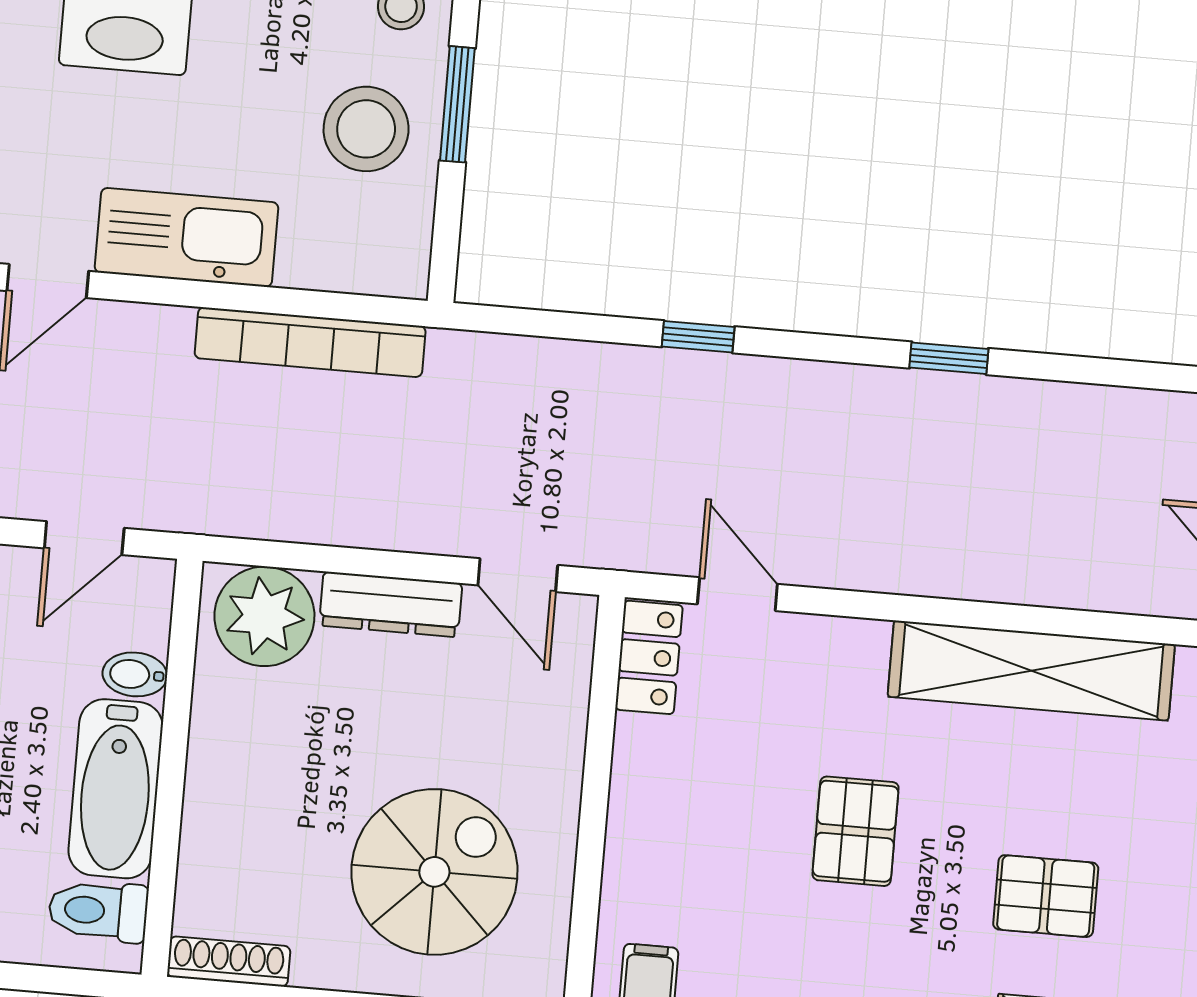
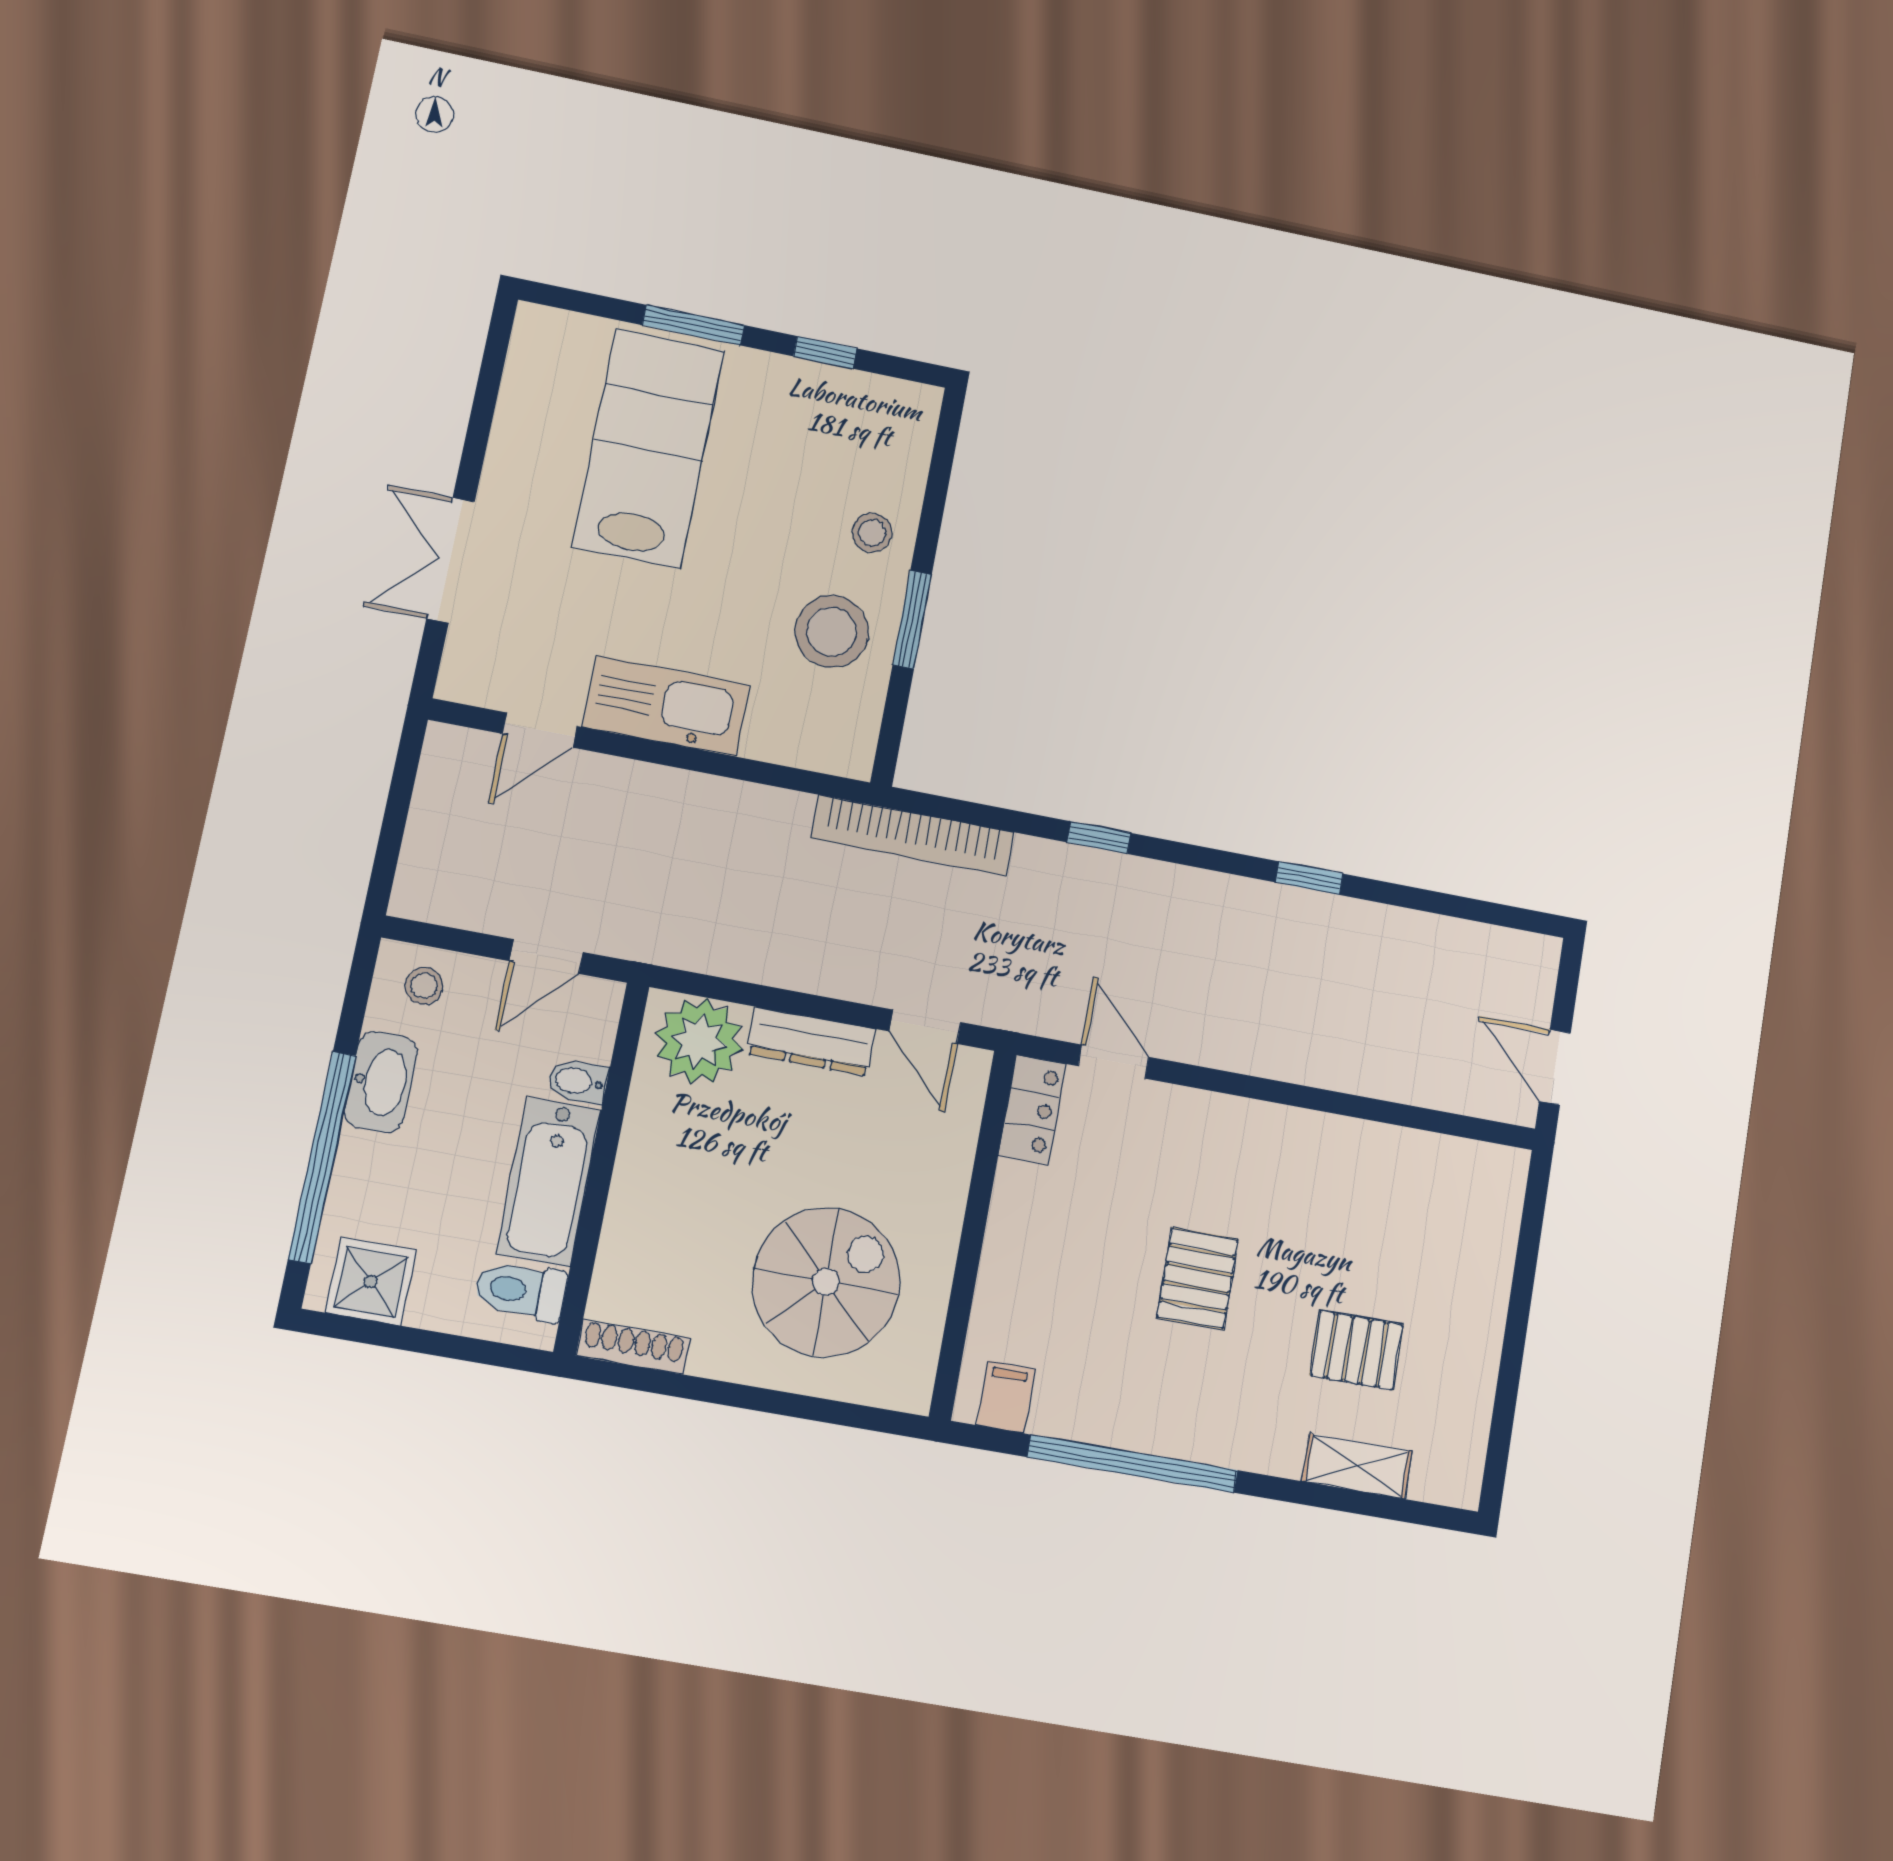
bookcase: (310, 342) -> (912, 835), moved
shelving: (1031, 671) -> (1358, 1152), removed

